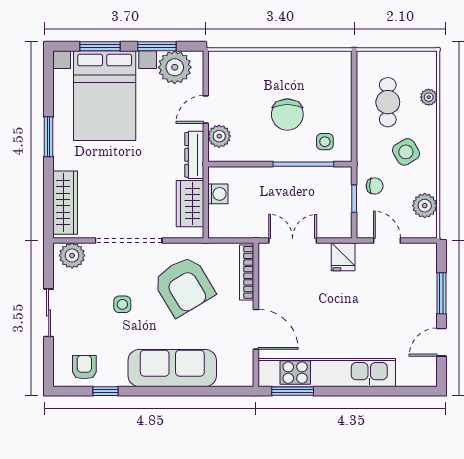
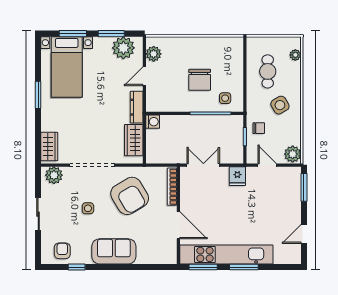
bed with nightstands: (105, 96) -> (67, 67), width x0.73
plant: (429, 97) -> (295, 55), moved
plant: (219, 136) -> (154, 54), moved
washing machine: (218, 194) -> (153, 122), moved
wardrobe: (65, 203) -> (49, 147), width x0.67
plant: (425, 206) -> (293, 154), moved
window: (441, 293) -> (304, 187), moved
sofa: (172, 368) -> (114, 251), width x0.73
window: (353, 391) -> (244, 267), added

